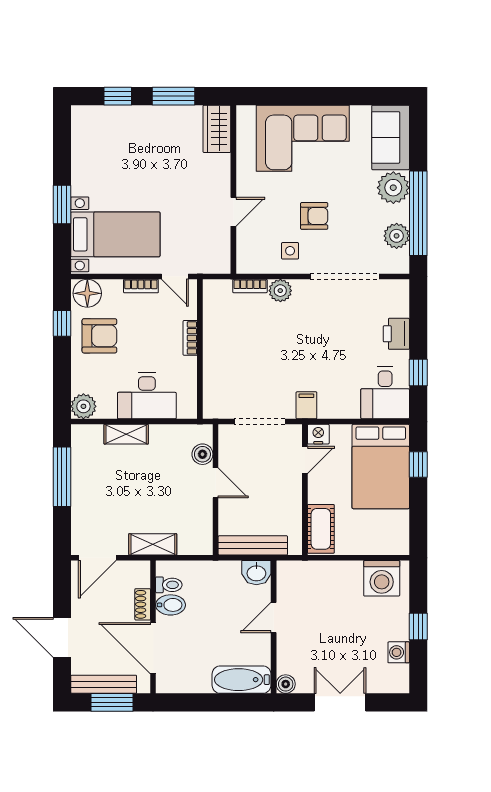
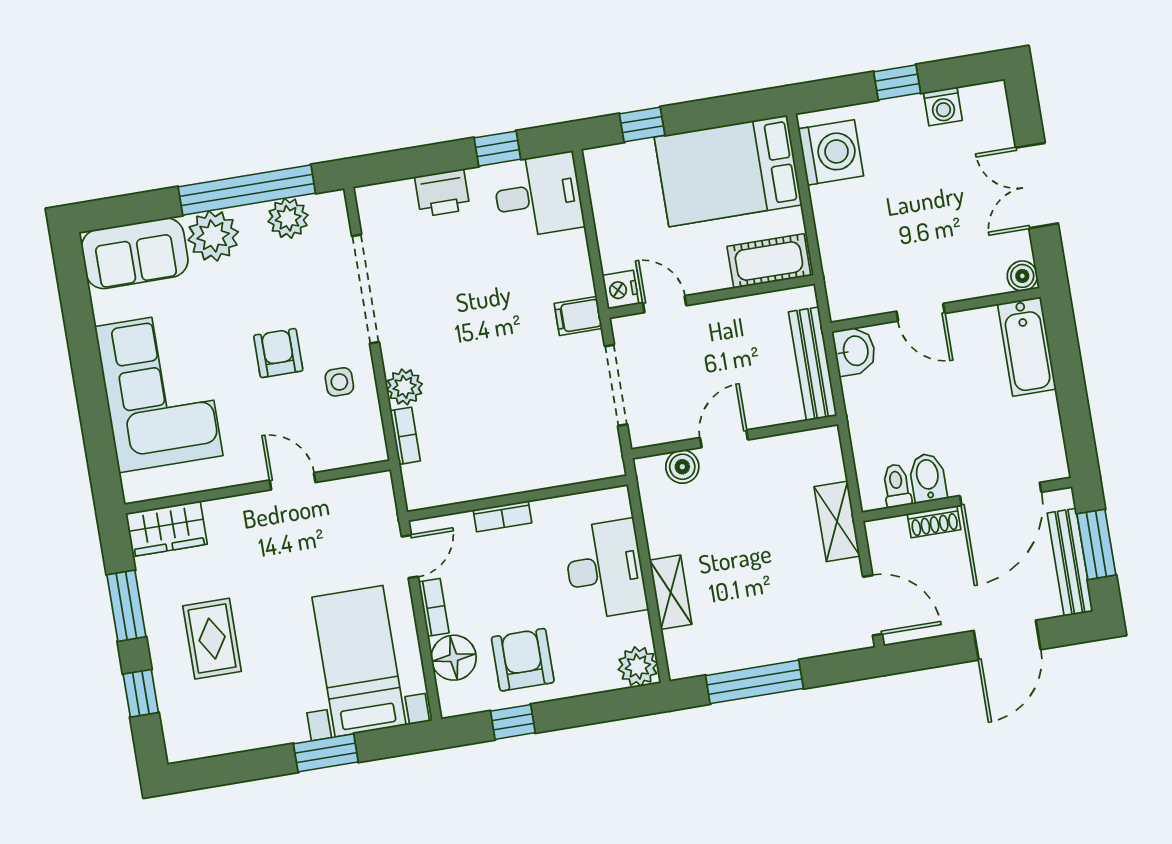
rug: (144, 146) -> (212, 639), added
floor lamp: (87, 293) -> (454, 658), moved
bed: (381, 467) -> (728, 171), moved, turned 180

